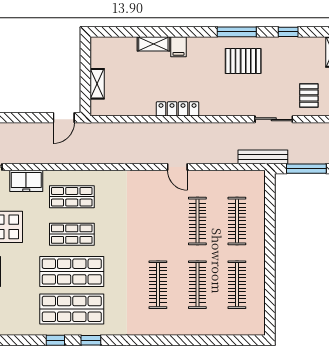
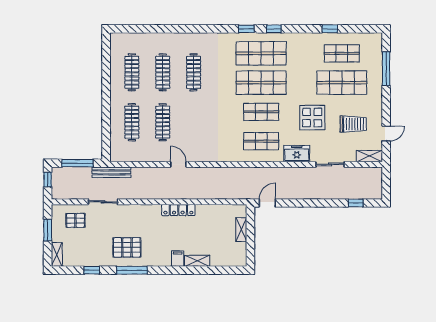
pallet: (309, 95) -> (76, 220), turned 90

